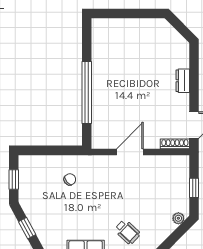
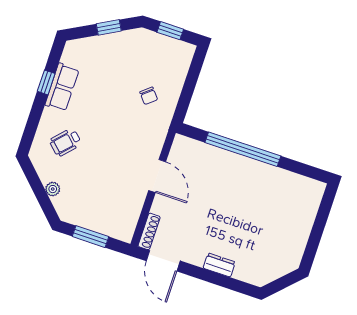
window: (194, 188) -> (91, 237), width x1.50
plant: (178, 218) -> (53, 189), moved

